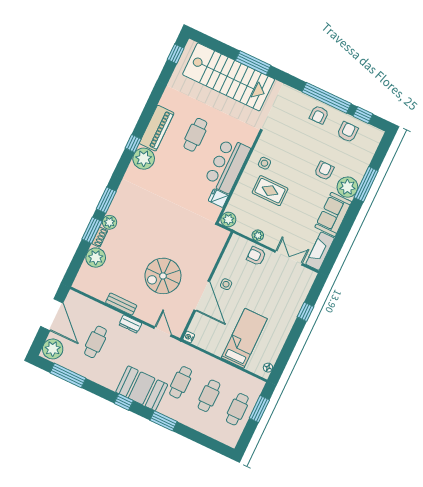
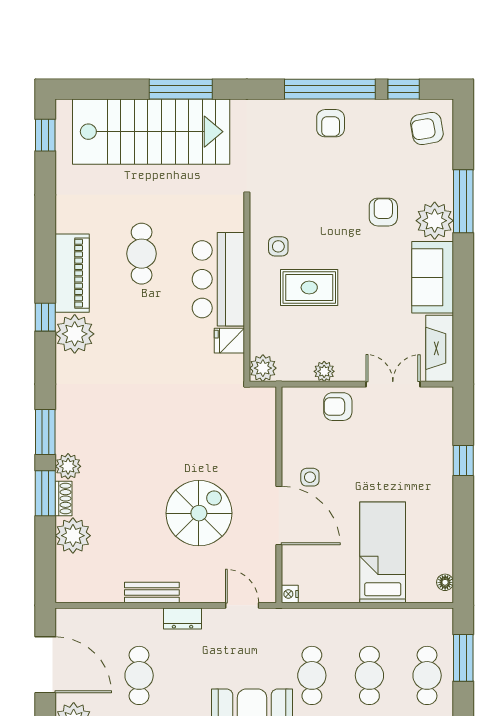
armchair: (348, 132) -> (427, 128), moved, turned -100
spiral stairs: (163, 276) -> (199, 513), turned 180

